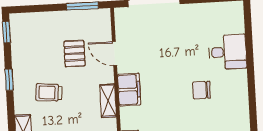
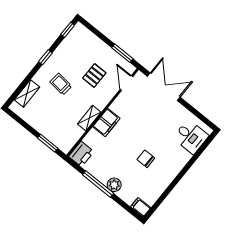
desk: (227, 52) -> (191, 137), moved
door: (115, 53) -> (126, 83), moved

